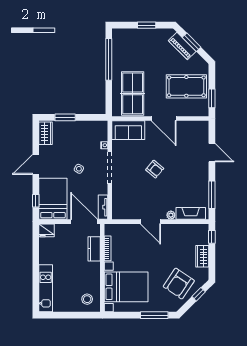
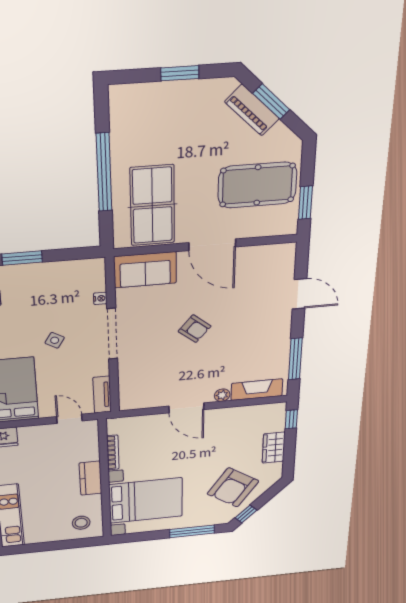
window: (109, 59) -> (104, 172), moved
door: (84, 222) -> (69, 419), width x0.53
kitchen counter: (94, 249) -> (91, 478), moved
window: (199, 294) -> (246, 514), moved

